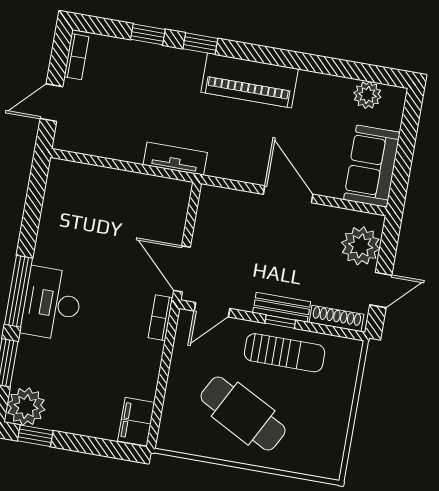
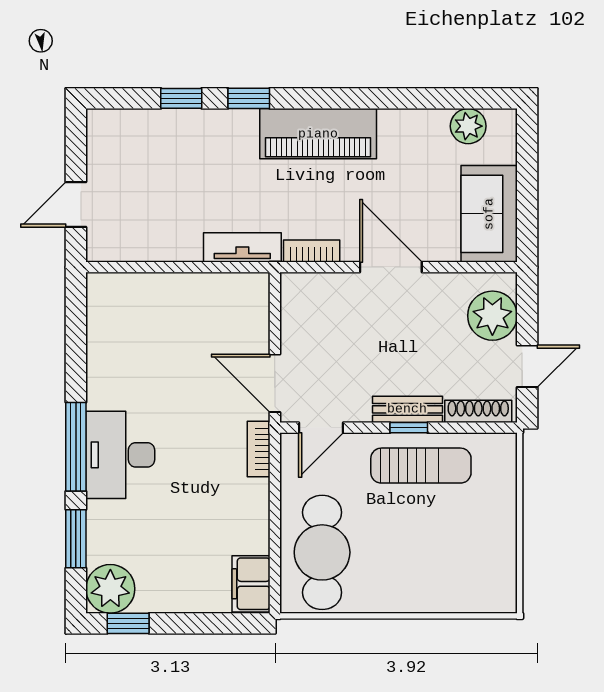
bookcase: (76, 57) -> (312, 251), moved, turned -90
cafe table: (243, 414) -> (322, 552), moved, turned 62

